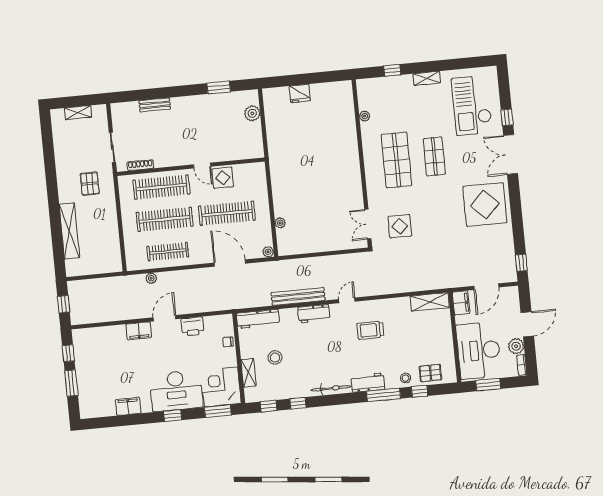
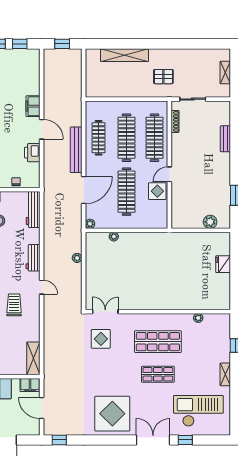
plant: (151, 278) -> (77, 258), moved
bench: (298, 296) -> (76, 150), moved

